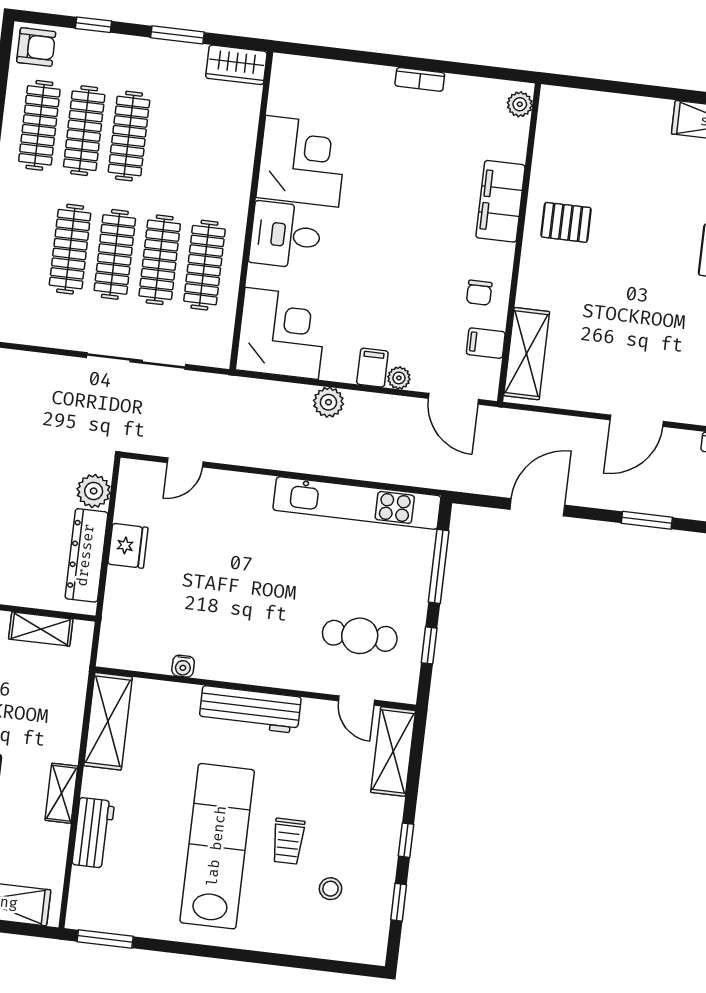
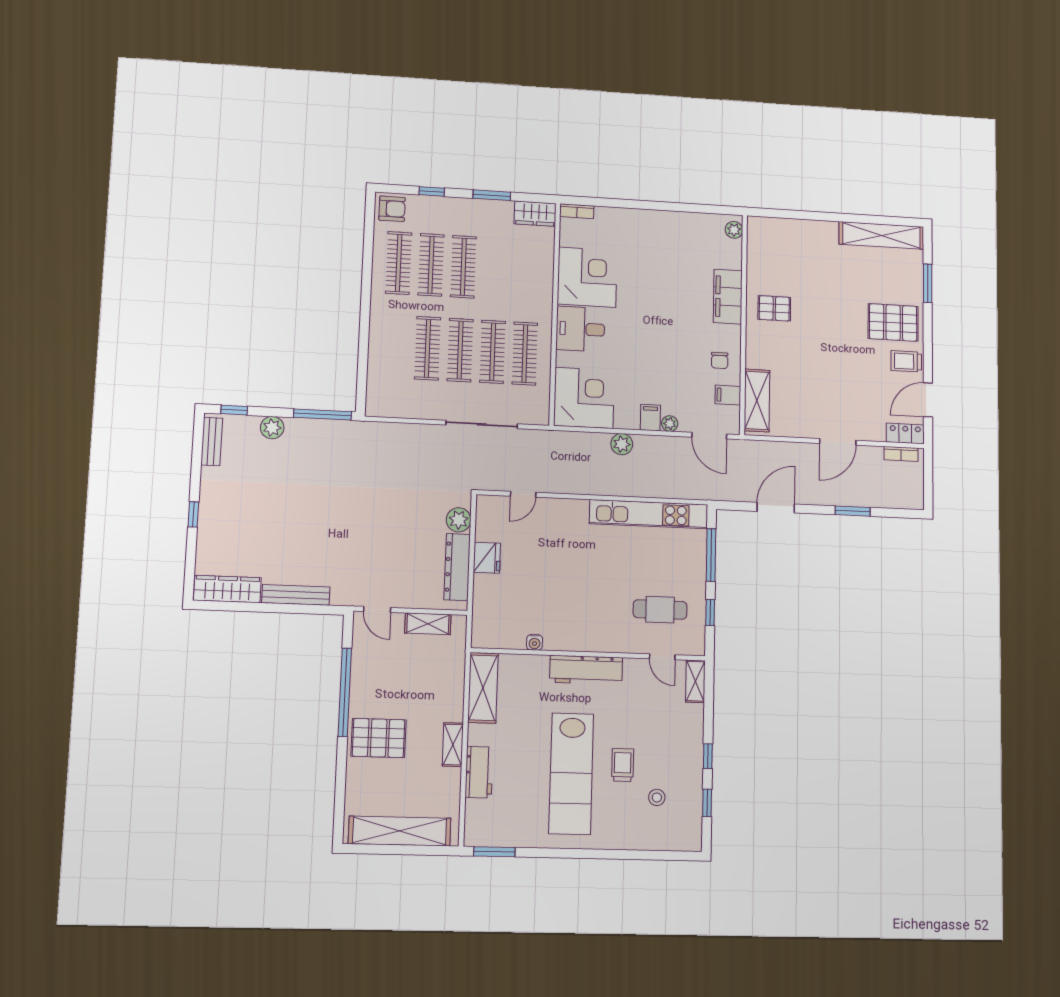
bookcase: (420, 79) -> (577, 211), moved
shelving: (393, 752) -> (695, 681), width x0.67, depth x0.75
trolley: (288, 841) -> (623, 765), turned 180
lab bench: (217, 846) -> (571, 774), turned 180

